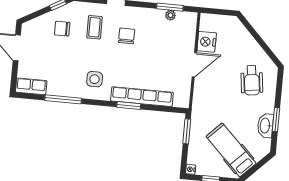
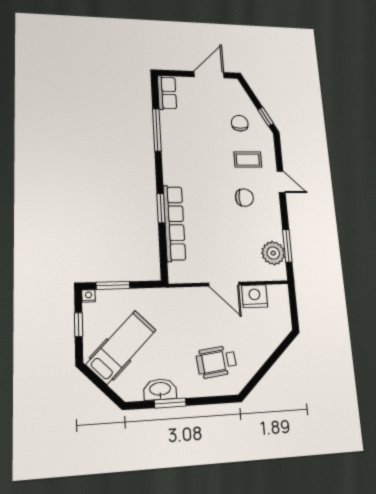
plant: (170, 15) -> (273, 253), width x1.87, depth x1.87
side table: (95, 79) -> (187, 165), removed
window: (187, 131) -> (113, 285), moved

